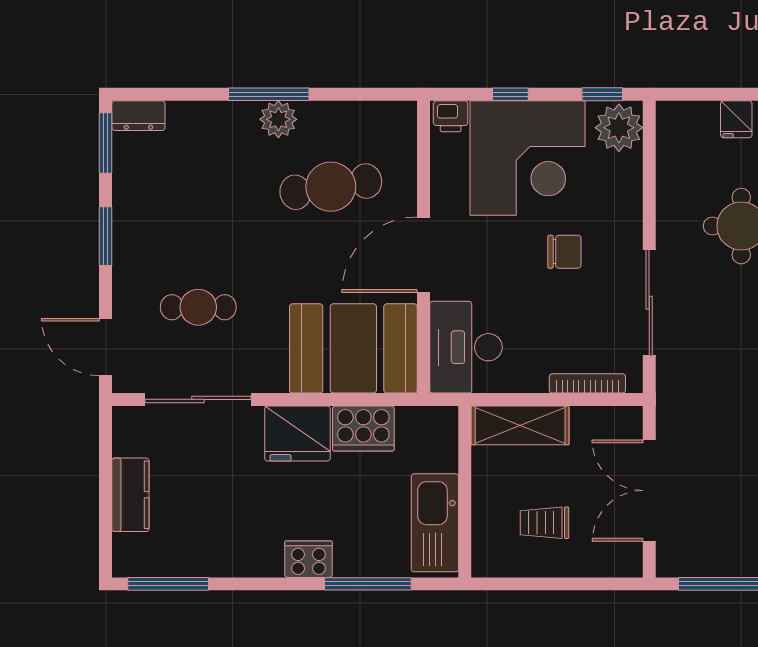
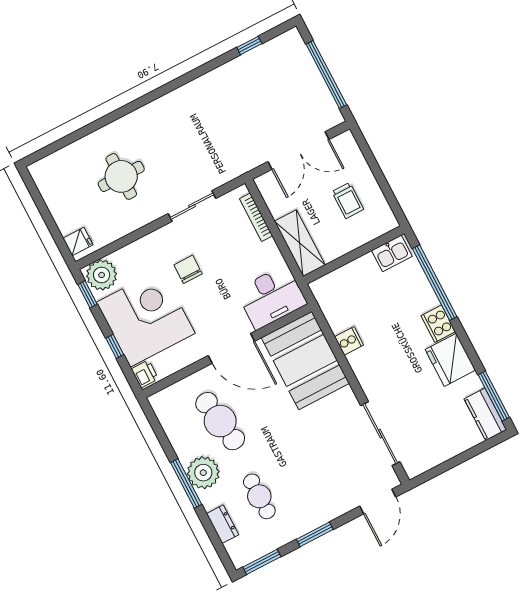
dresser: (138, 116) -> (223, 524), moved
plant: (278, 119) -> (203, 473), width x1.36, depth x1.36
fridge: (736, 119) -> (78, 241), moved
sliding door: (649, 303) -> (192, 206), width x0.73
cafe table: (198, 307) -> (259, 496), moved
cooker: (363, 429) -> (349, 341), width x0.53, depth x0.76
fridge: (297, 433) -> (450, 360), moved, turned 180
kitchen counter: (130, 495) -> (485, 414), moved, turned -90
kitchen sink: (435, 523) -> (392, 253), width x0.53, depth x0.81
window: (368, 584) -> (435, 283), width x1.46

